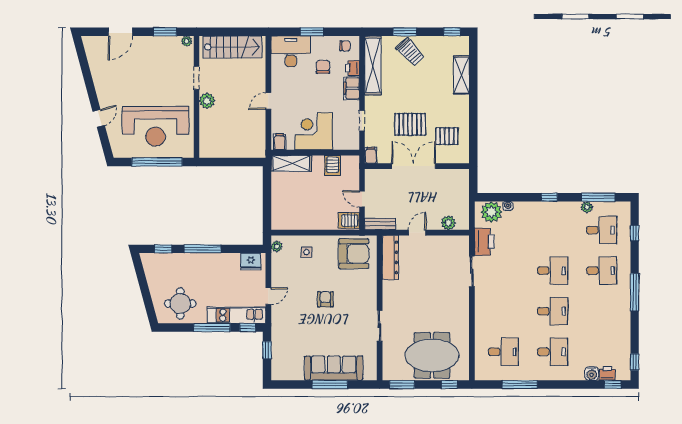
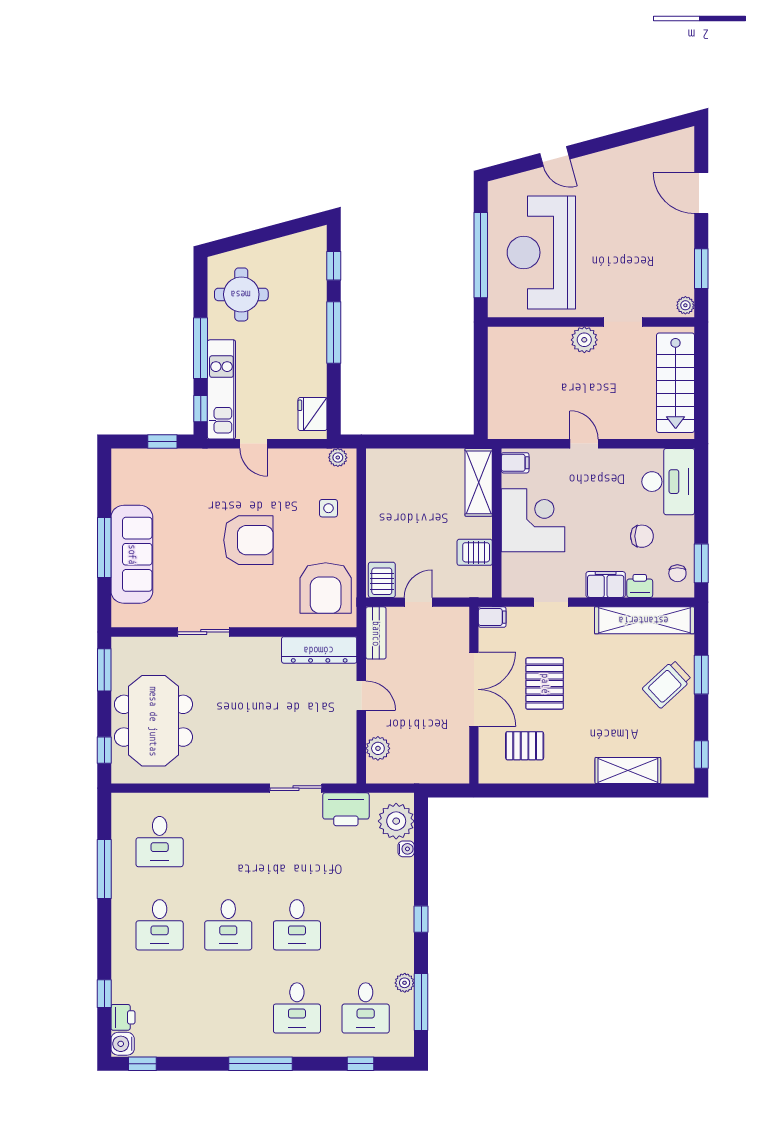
window: (312, 32) -> (701, 563), moved
pallet: (447, 136) -> (525, 746), turned 90
armchair: (325, 299) -> (248, 540), width x1.88, depth x1.88
water cooler: (592, 374) -> (123, 1044), moved
window: (613, 384) -> (104, 994), moved

